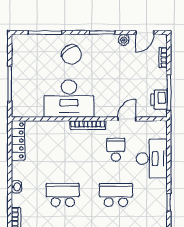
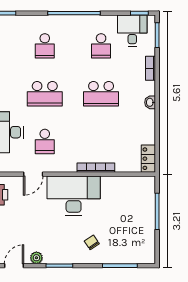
chair: (71, 54) -> (92, 242), width x0.54, depth x0.54
desk: (69, 99) -> (74, 196), moved
bookcase: (88, 125) -> (96, 168), moved
locker: (18, 140) -> (148, 159), width x0.66

